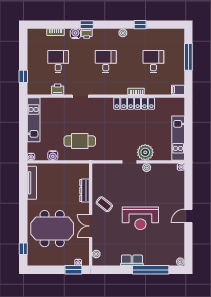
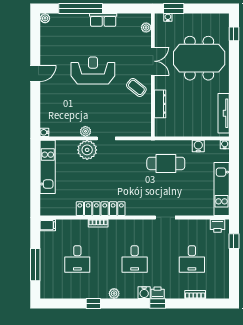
water cooler: (75, 34) -> (144, 293), moved
printer: (58, 89) -> (217, 226), moved

